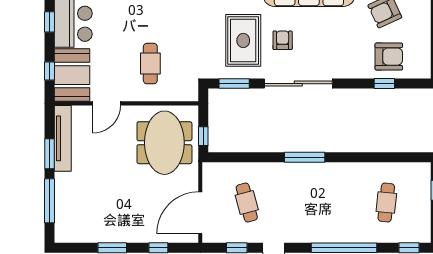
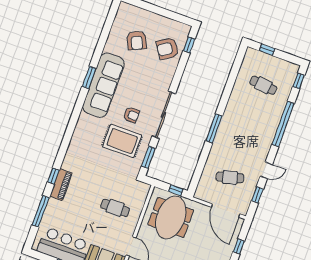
armchair: (283, 40) -> (131, 115), turned 180
armchair: (389, 57) -> (168, 49), turned -123
window: (384, 84) -> (189, 45), moved
meeting table: (164, 143) -> (171, 217), turned 90

